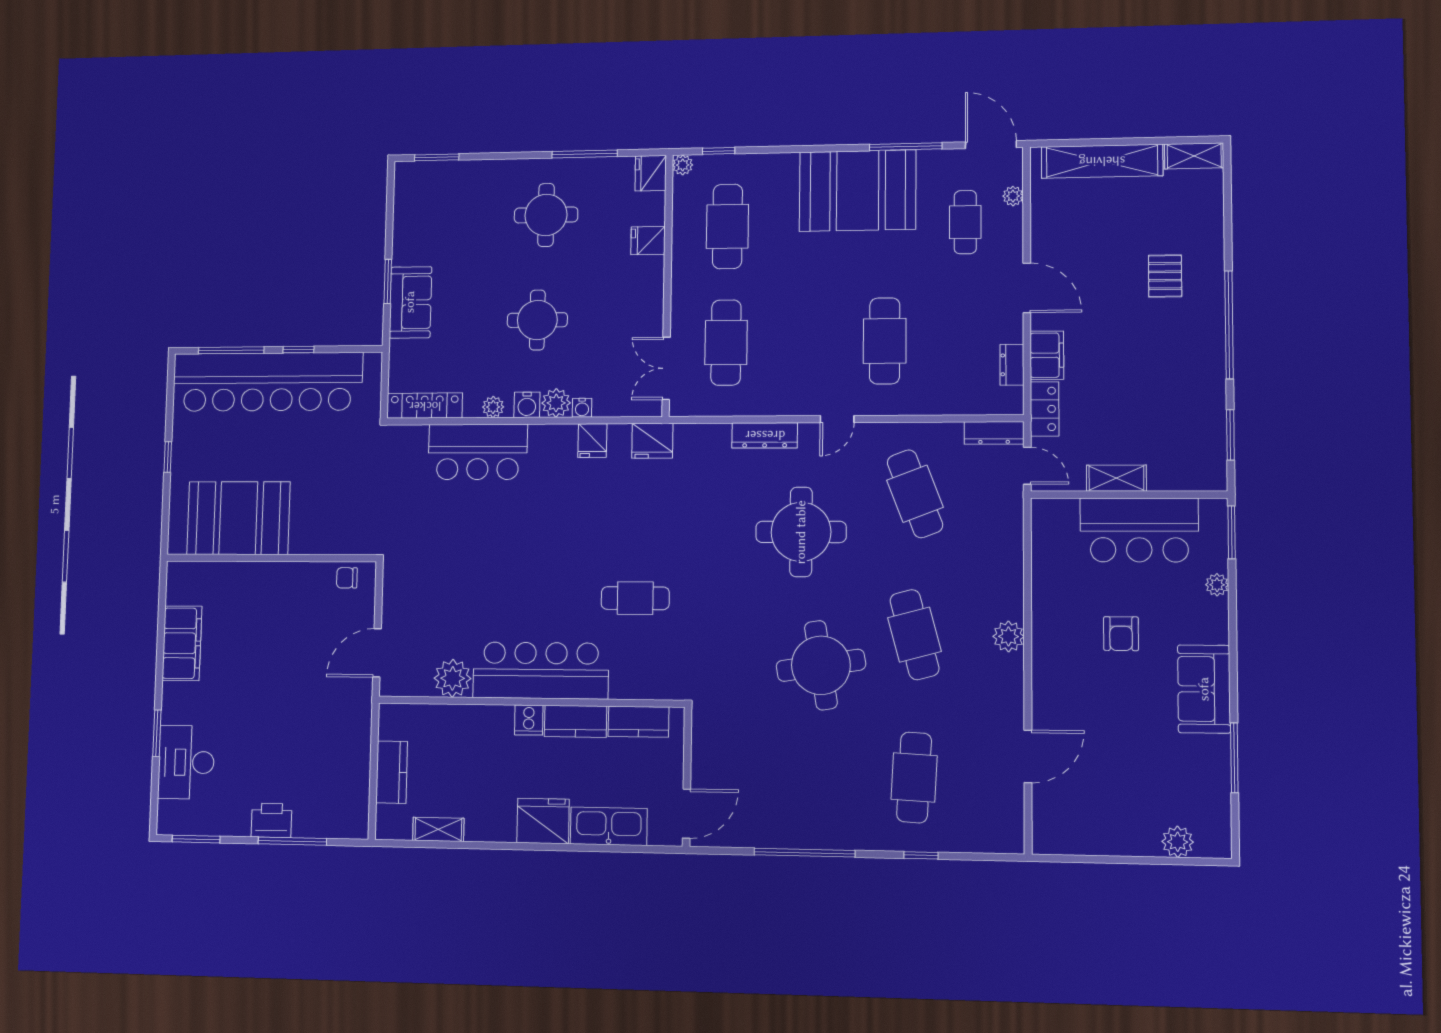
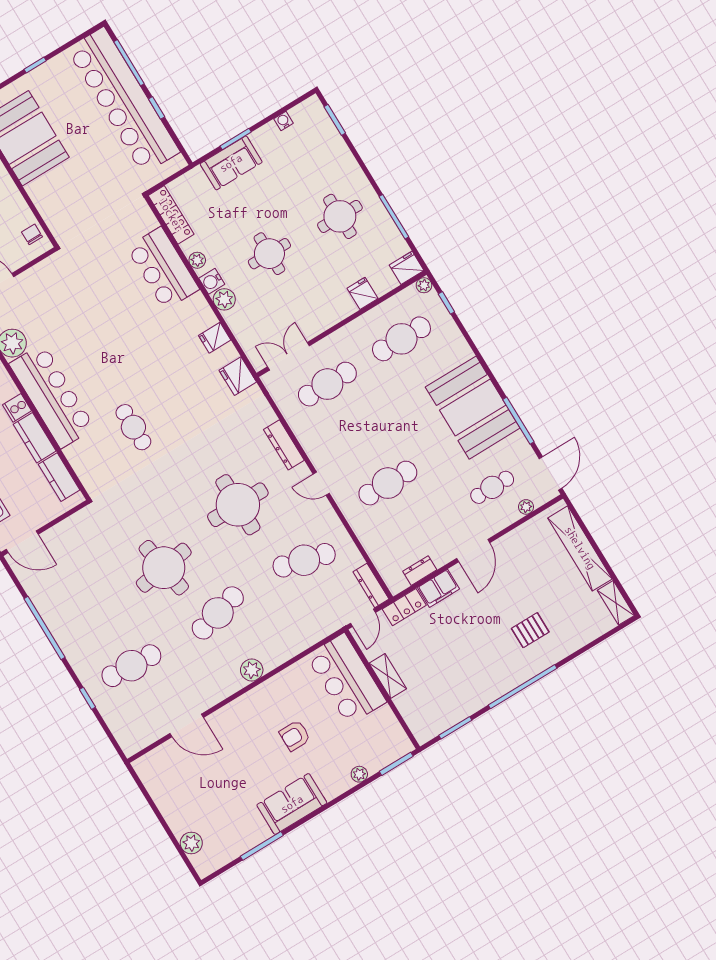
water cooler: (582, 408) -> (283, 121), moved, turned 90
cafe table: (915, 494) -> (304, 560), turned 36
bar counter: (1139, 530) -> (346, 679), moved

